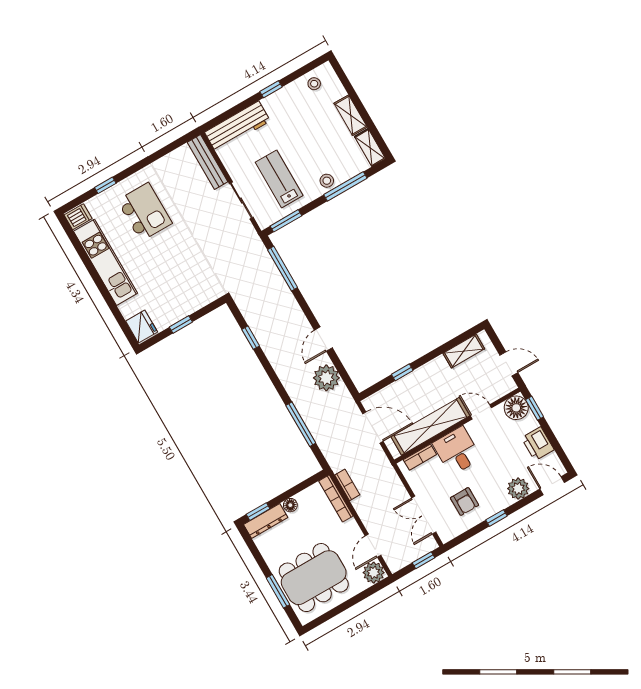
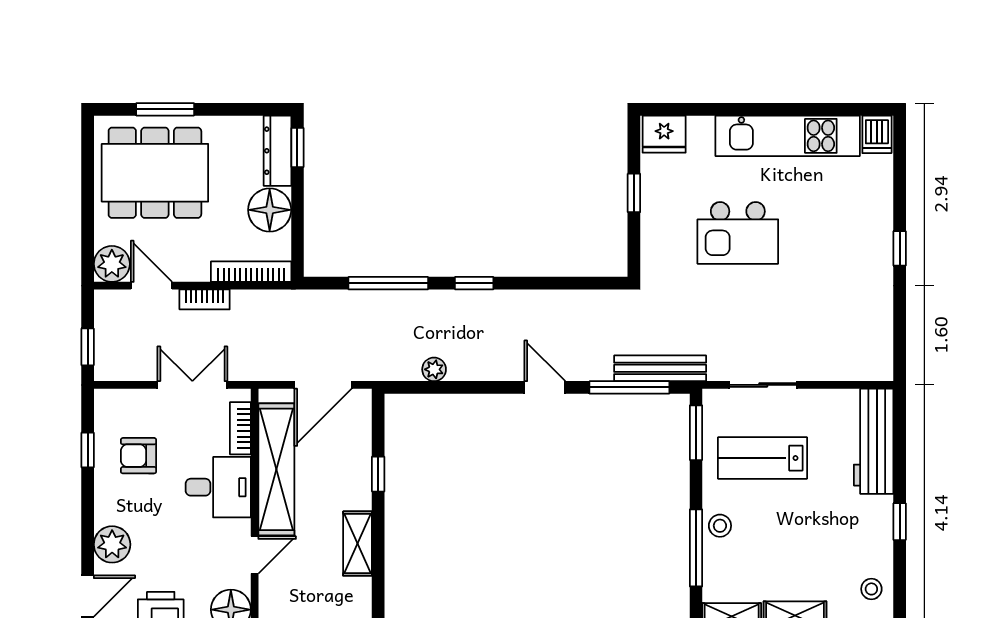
bench: (208, 162) -> (660, 368), moved
lab bench: (279, 179) -> (763, 458), turned 180
window: (105, 185) -> (900, 248), moved
kitchen island: (145, 212) -> (738, 233), moved
window: (251, 338) -> (474, 283), moved
door: (323, 339) -> (545, 387), moved
shelving: (464, 351) -> (357, 544), moved
plant: (326, 378) -> (434, 369), width x0.53, depth x0.53
bookcase: (347, 485) -> (205, 299), moved
floor lamp: (290, 505) -> (270, 210), width x1.89, depth x1.89
double door: (424, 515) -> (192, 385), moved
window: (497, 518) -> (88, 450), moved
dining table: (314, 578) -> (155, 173), turned 90

